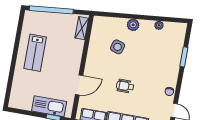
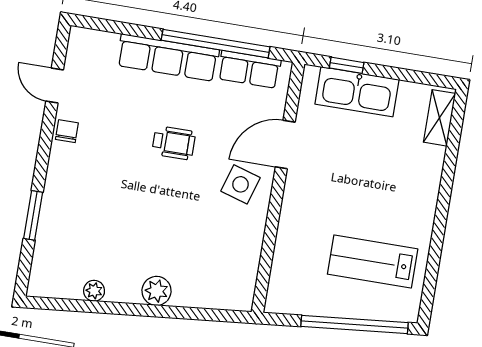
shelving: (82, 28) -> (439, 118), moved
side table: (118, 47) -> (241, 184), moved
lab bench: (35, 53) -> (373, 262), moved, turned -90

